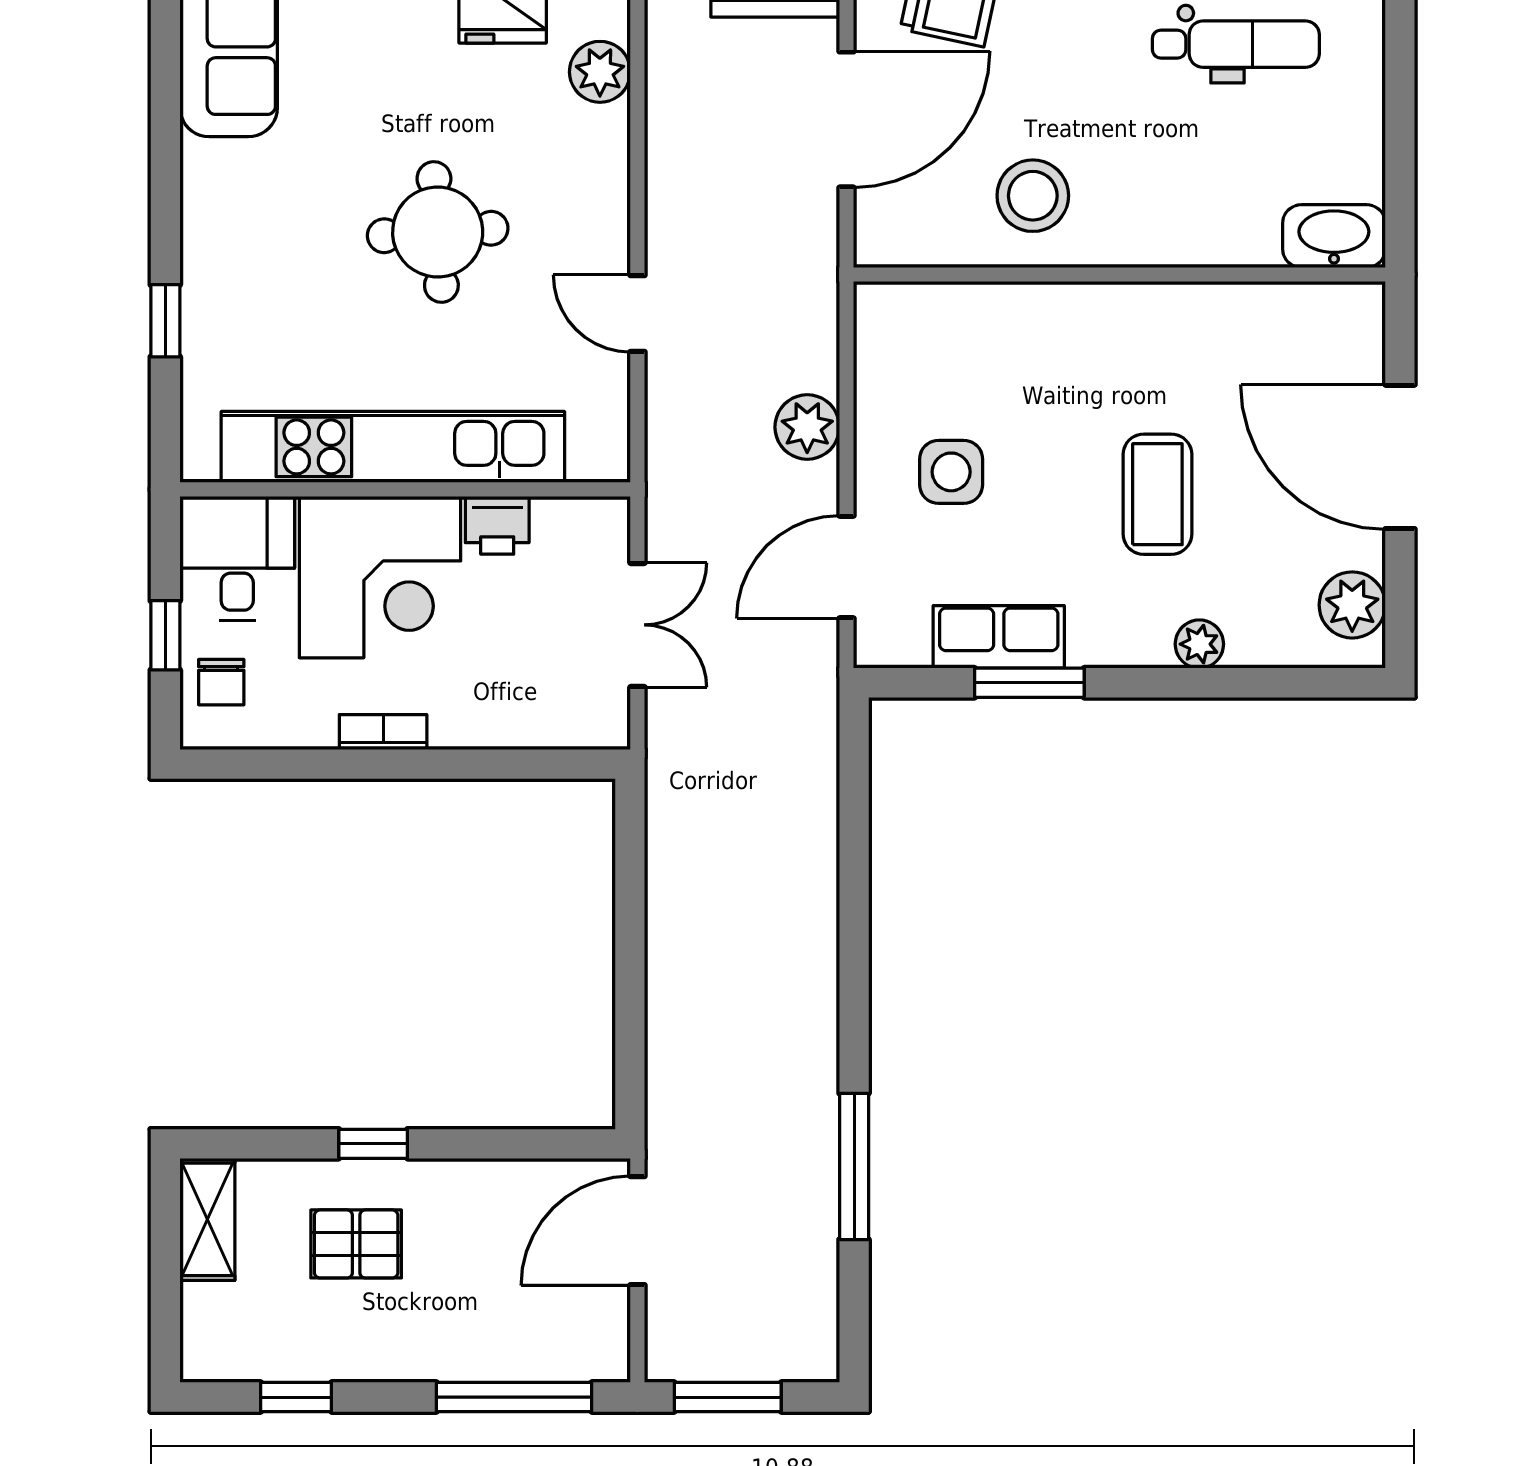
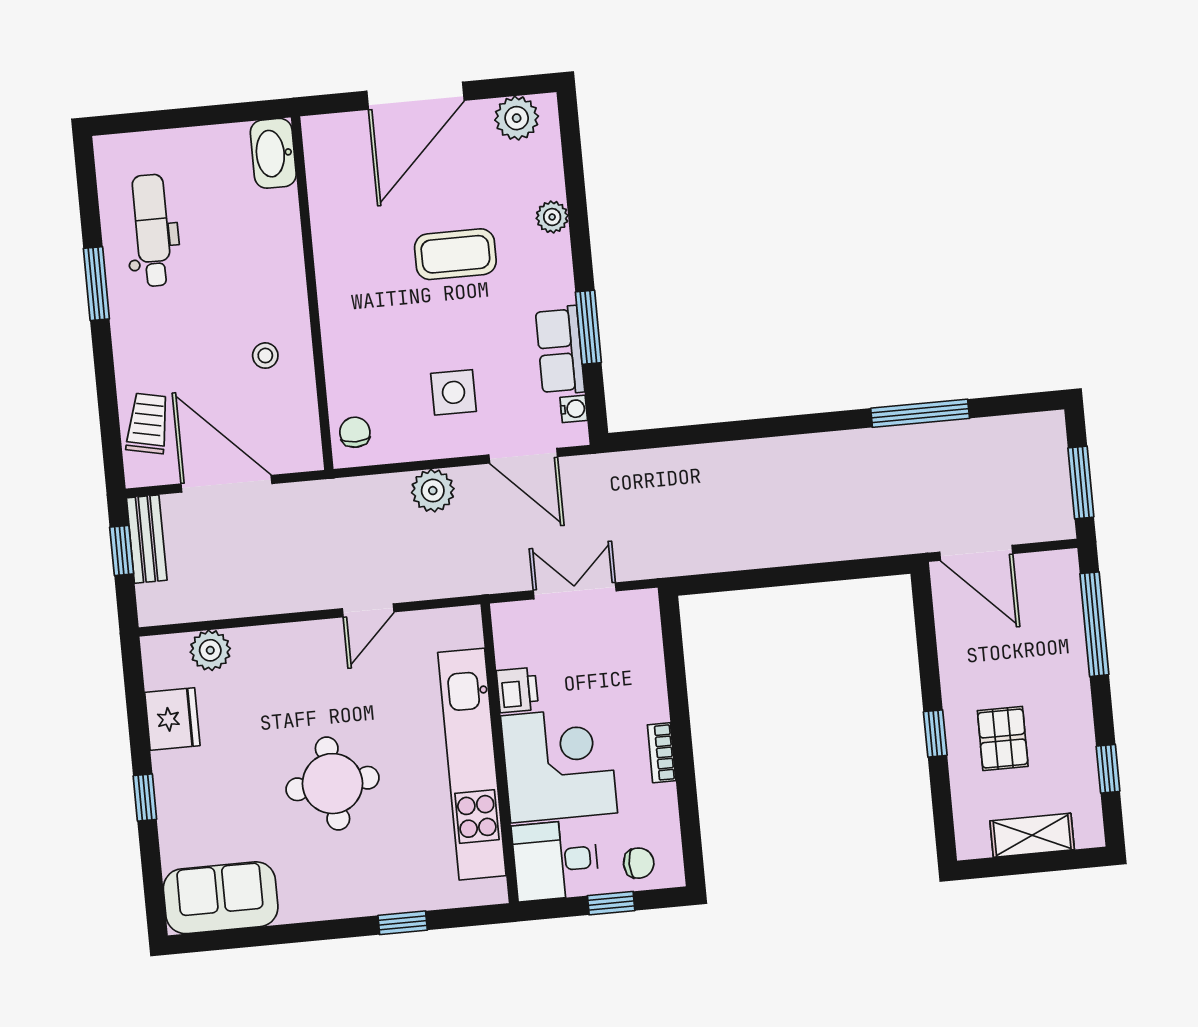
stool: (1033, 196) -> (265, 356), width x0.53, depth x0.53
round table: (438, 232) -> (332, 784), moved
chair: (905, 319) -> (355, 432), added
water cooler: (910, 649) -> (574, 409), added
shelving: (207, 1219) -> (1032, 835), moved

